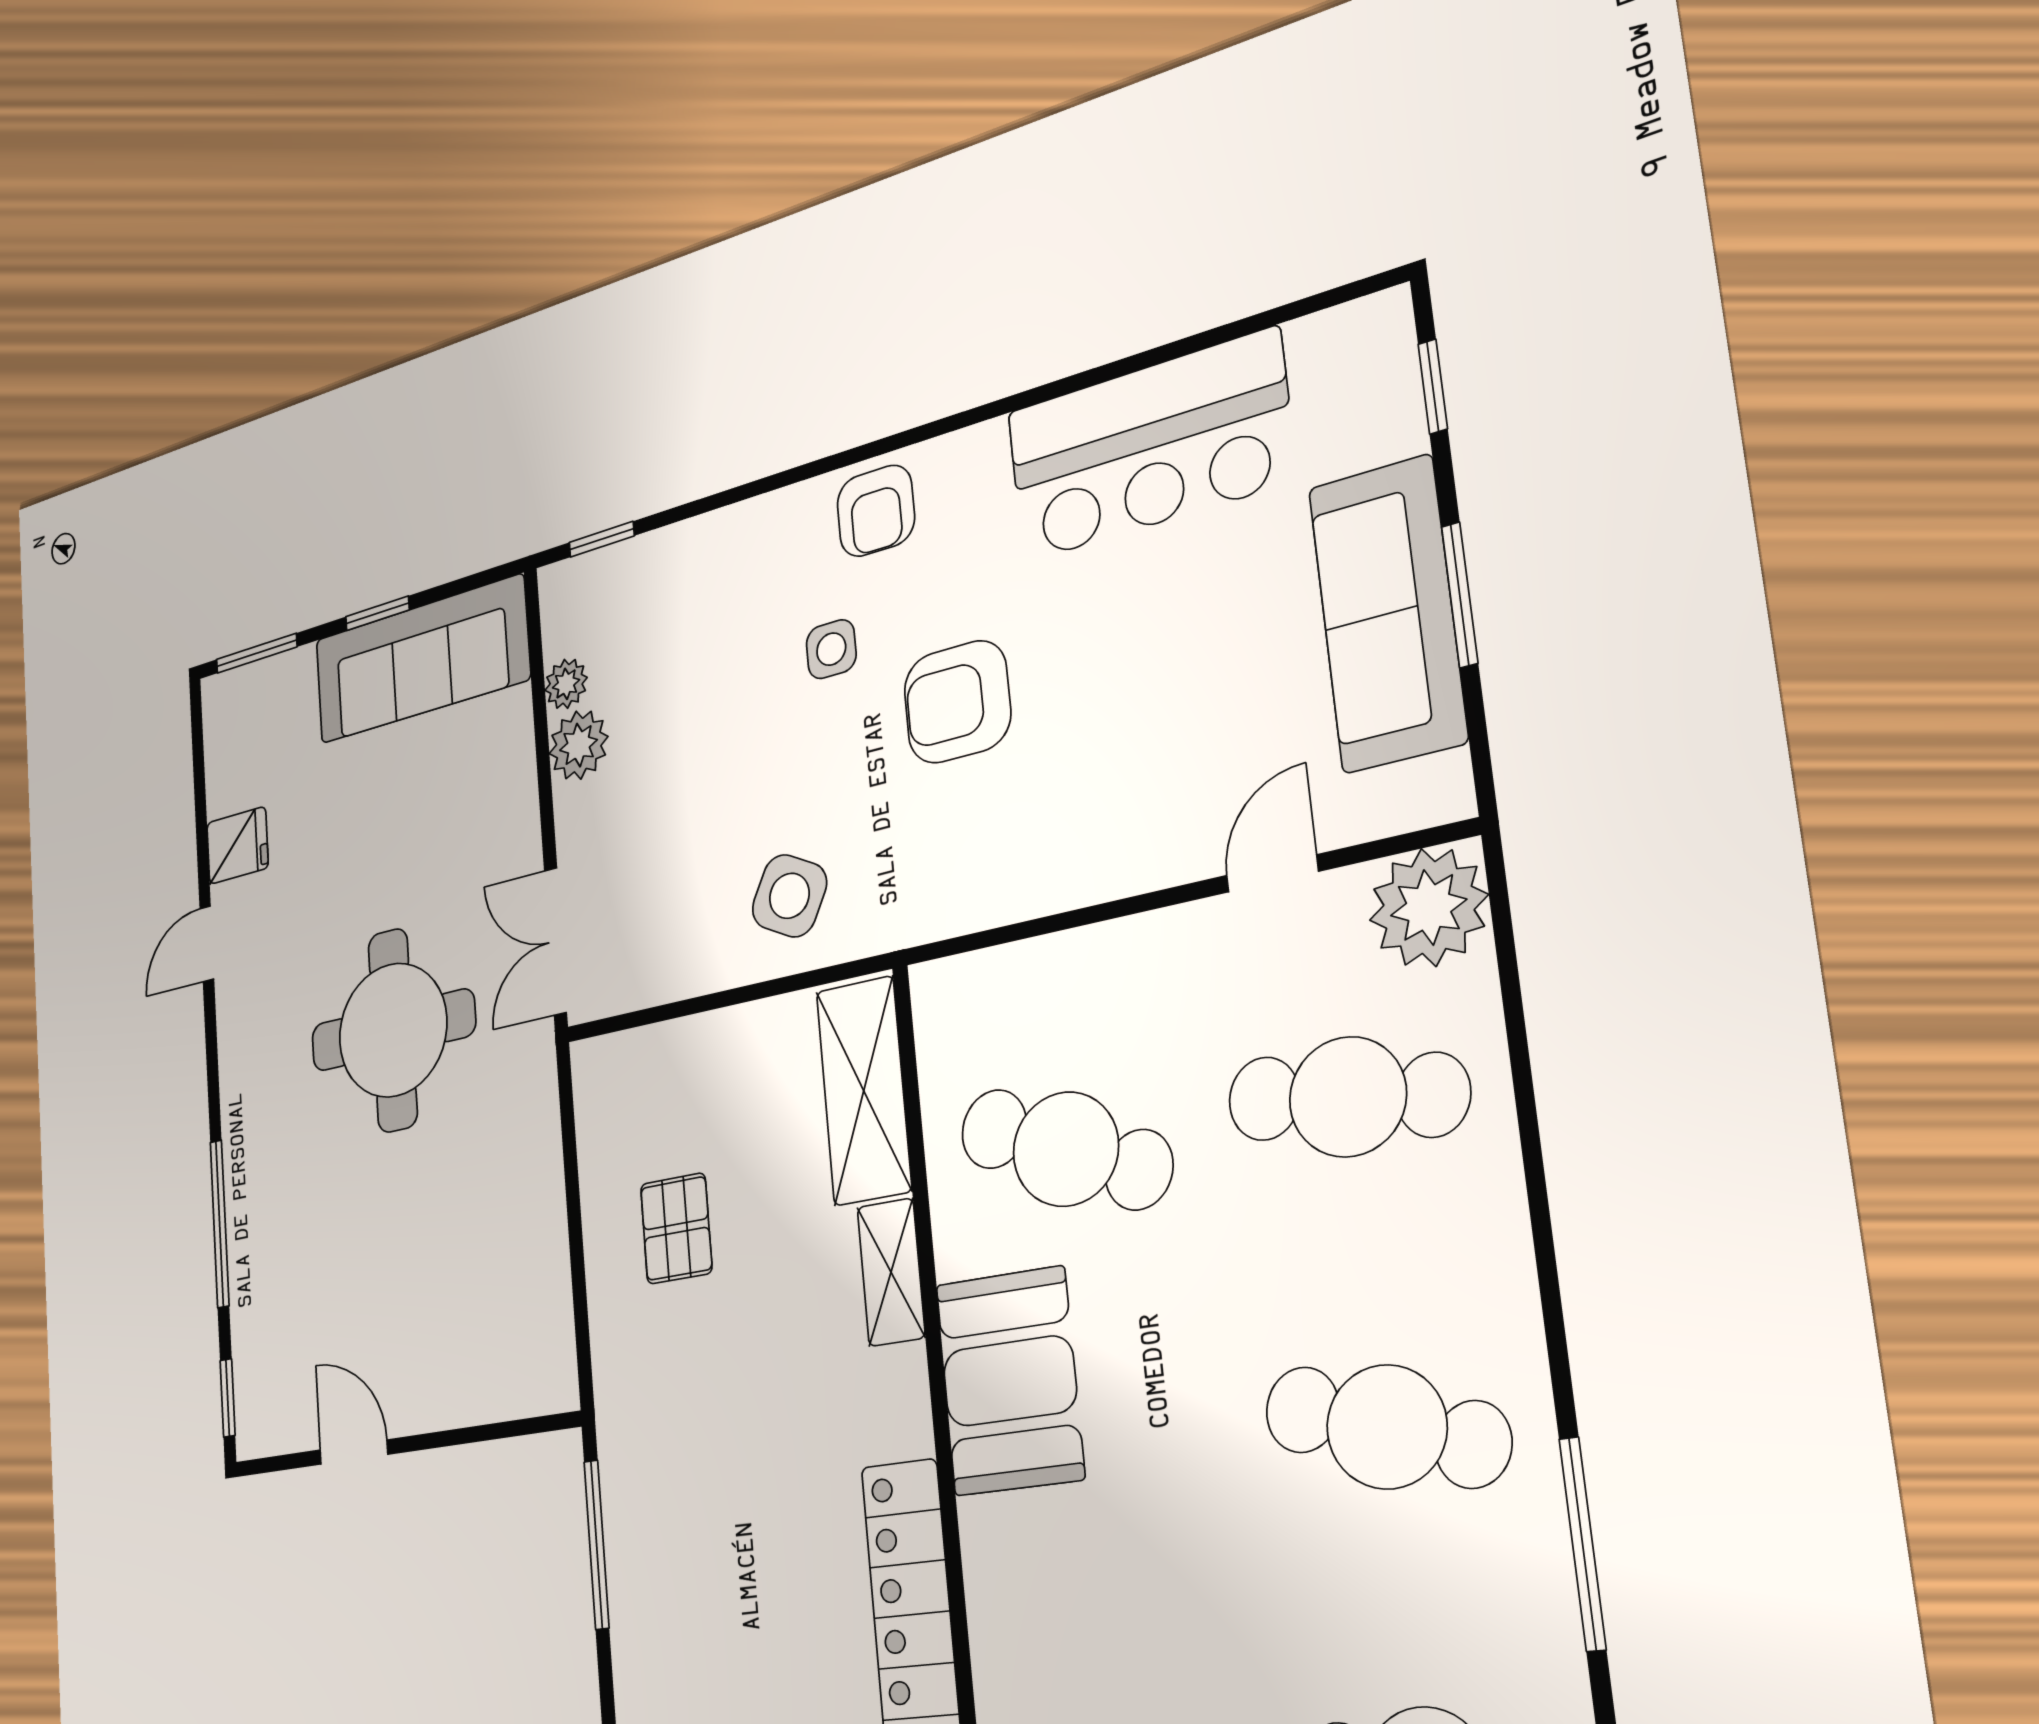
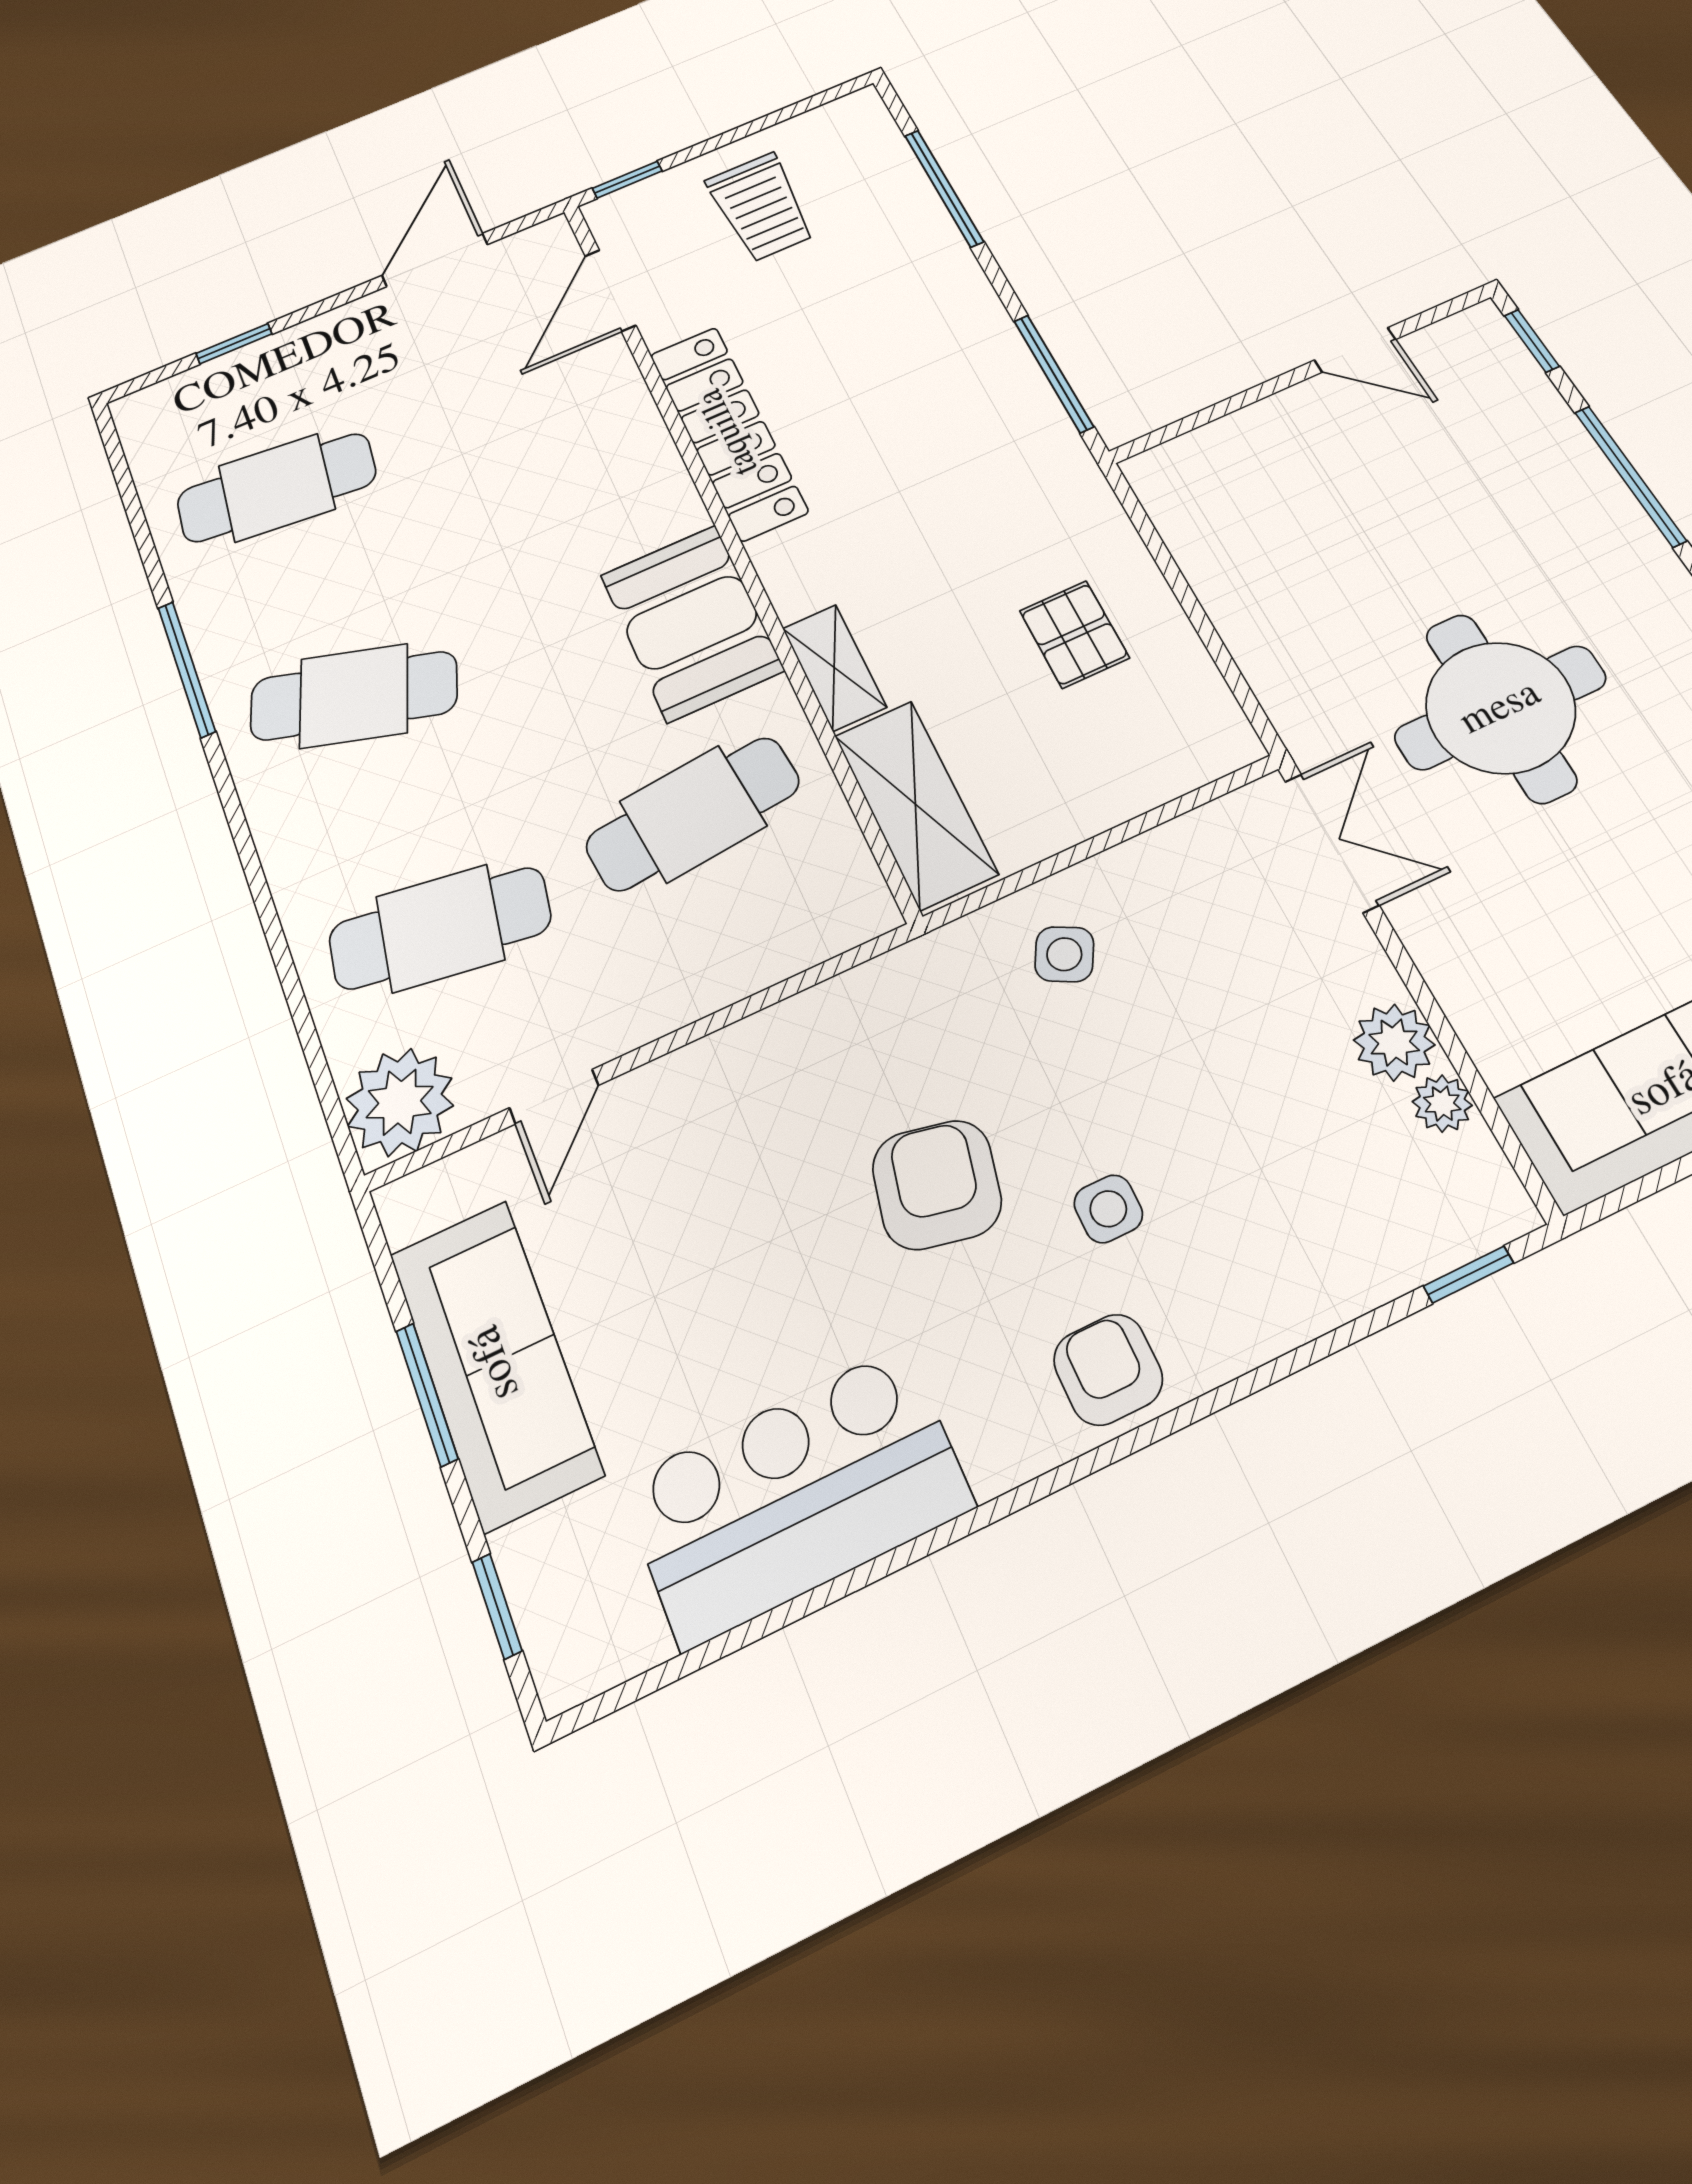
armchair: (957, 702) -> (937, 1185), turned -78
side table: (789, 896) -> (1064, 954), width x0.73, depth x0.73
cafe table: (1066, 1149) -> (693, 814), turned -30

